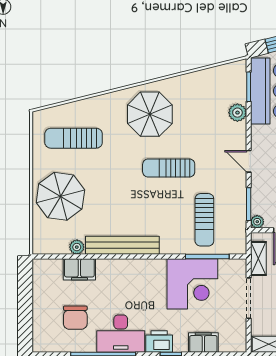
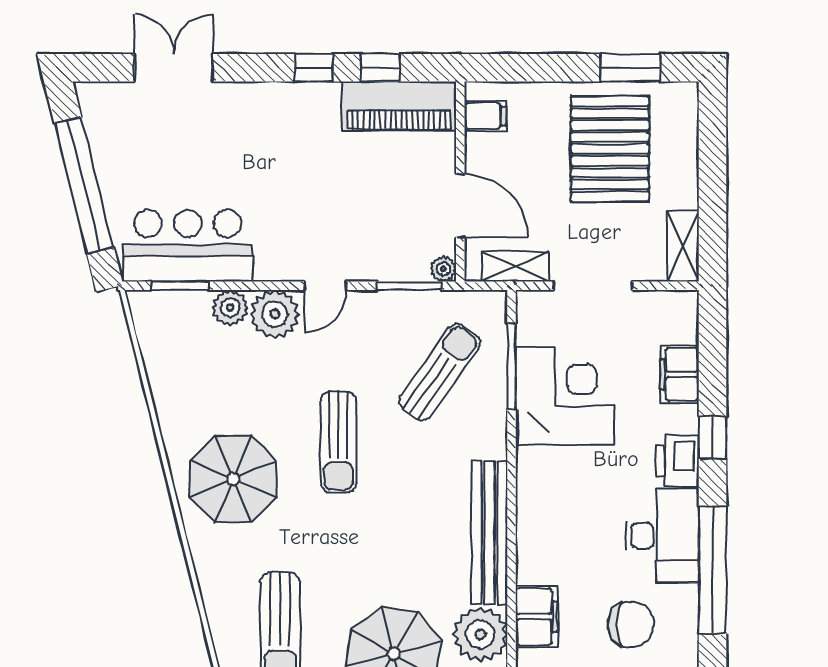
plant: (234, 135) -> (275, 314), added
sun lounger: (204, 220) -> (440, 372), turned -55
plant: (77, 247) -> (480, 634), width x1.88, depth x1.88

